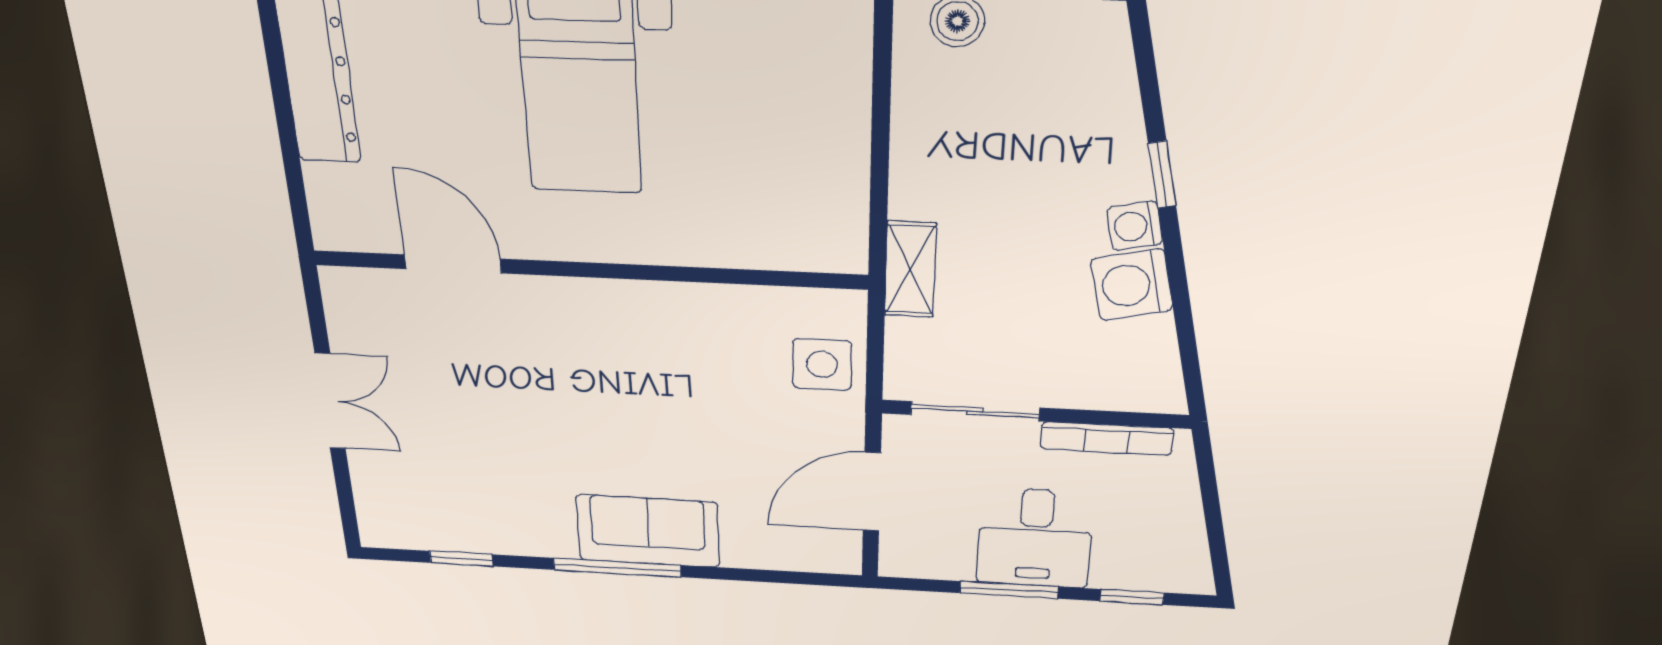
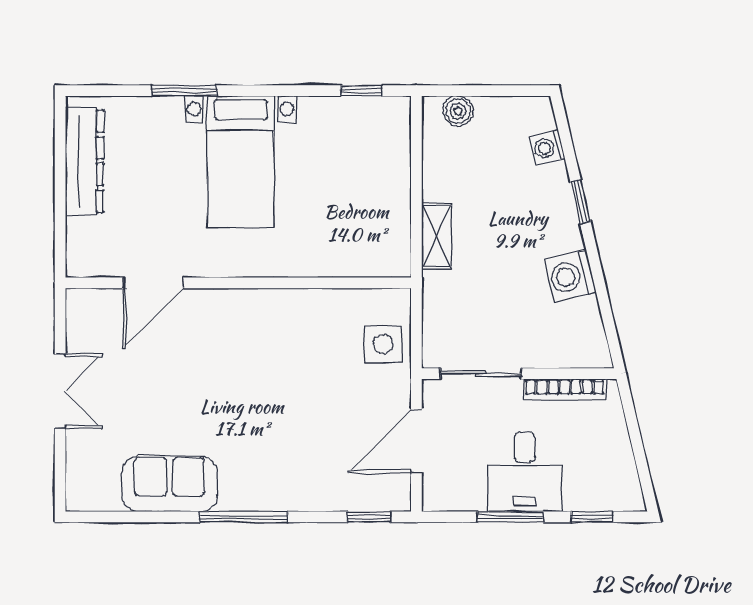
washing machine: (1135, 226) -> (547, 148), moved
door: (453, 264) -> (153, 283), swing flipped
shelving: (910, 269) -> (437, 236), moved
sofa: (648, 531) -> (170, 484), moved
window: (461, 559) -> (369, 517), moved

